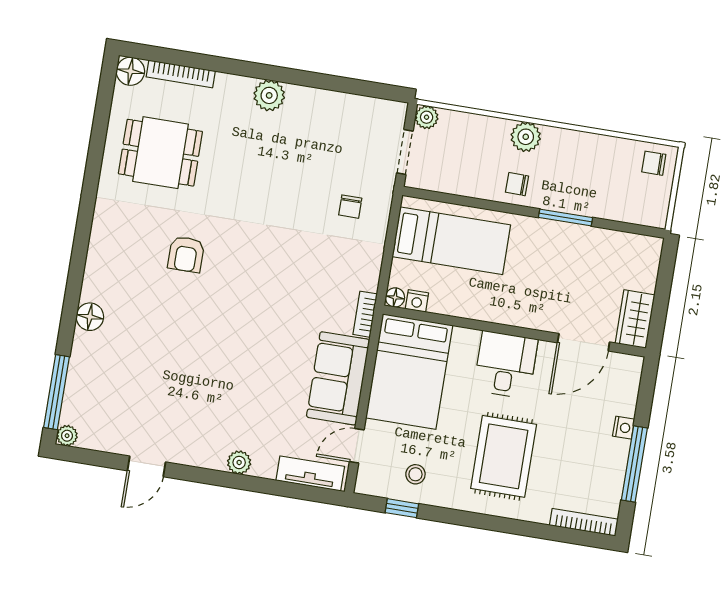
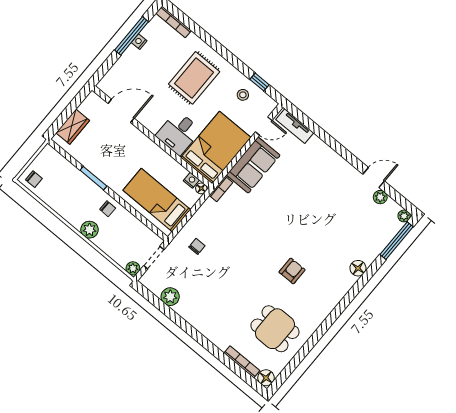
plant: (269, 95) -> (170, 297), moved
wardrobe: (635, 319) -> (73, 127), moved
desk: (506, 365) -> (178, 133), moved
nightstand: (624, 428) -> (139, 42), moved
plant: (239, 462) -> (380, 197), moved

